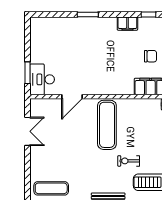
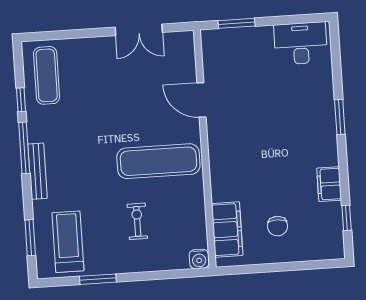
desk: (42, 79) -> (301, 43), moved
exercise bike: (129, 161) -> (137, 221), moved

